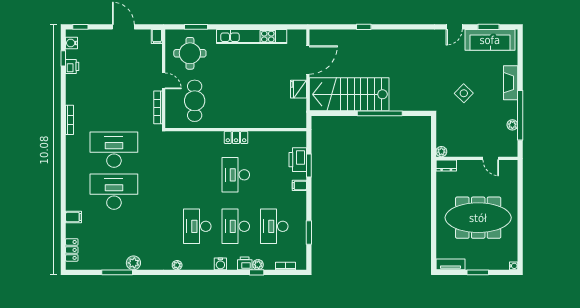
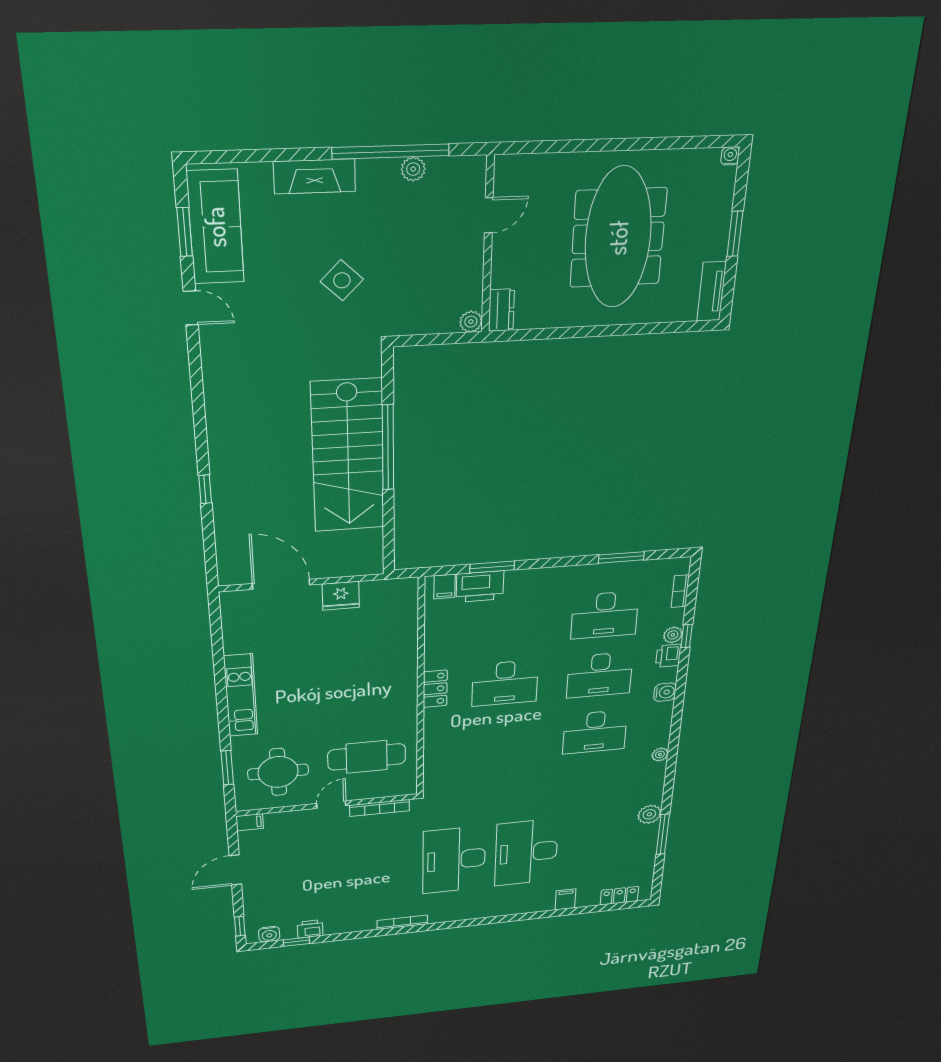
kitchen unit: (252, 37) -> (241, 695), width x0.73
stairs: (349, 94) -> (348, 456), moved
filing cabinet: (299, 185) -> (444, 587), moved

